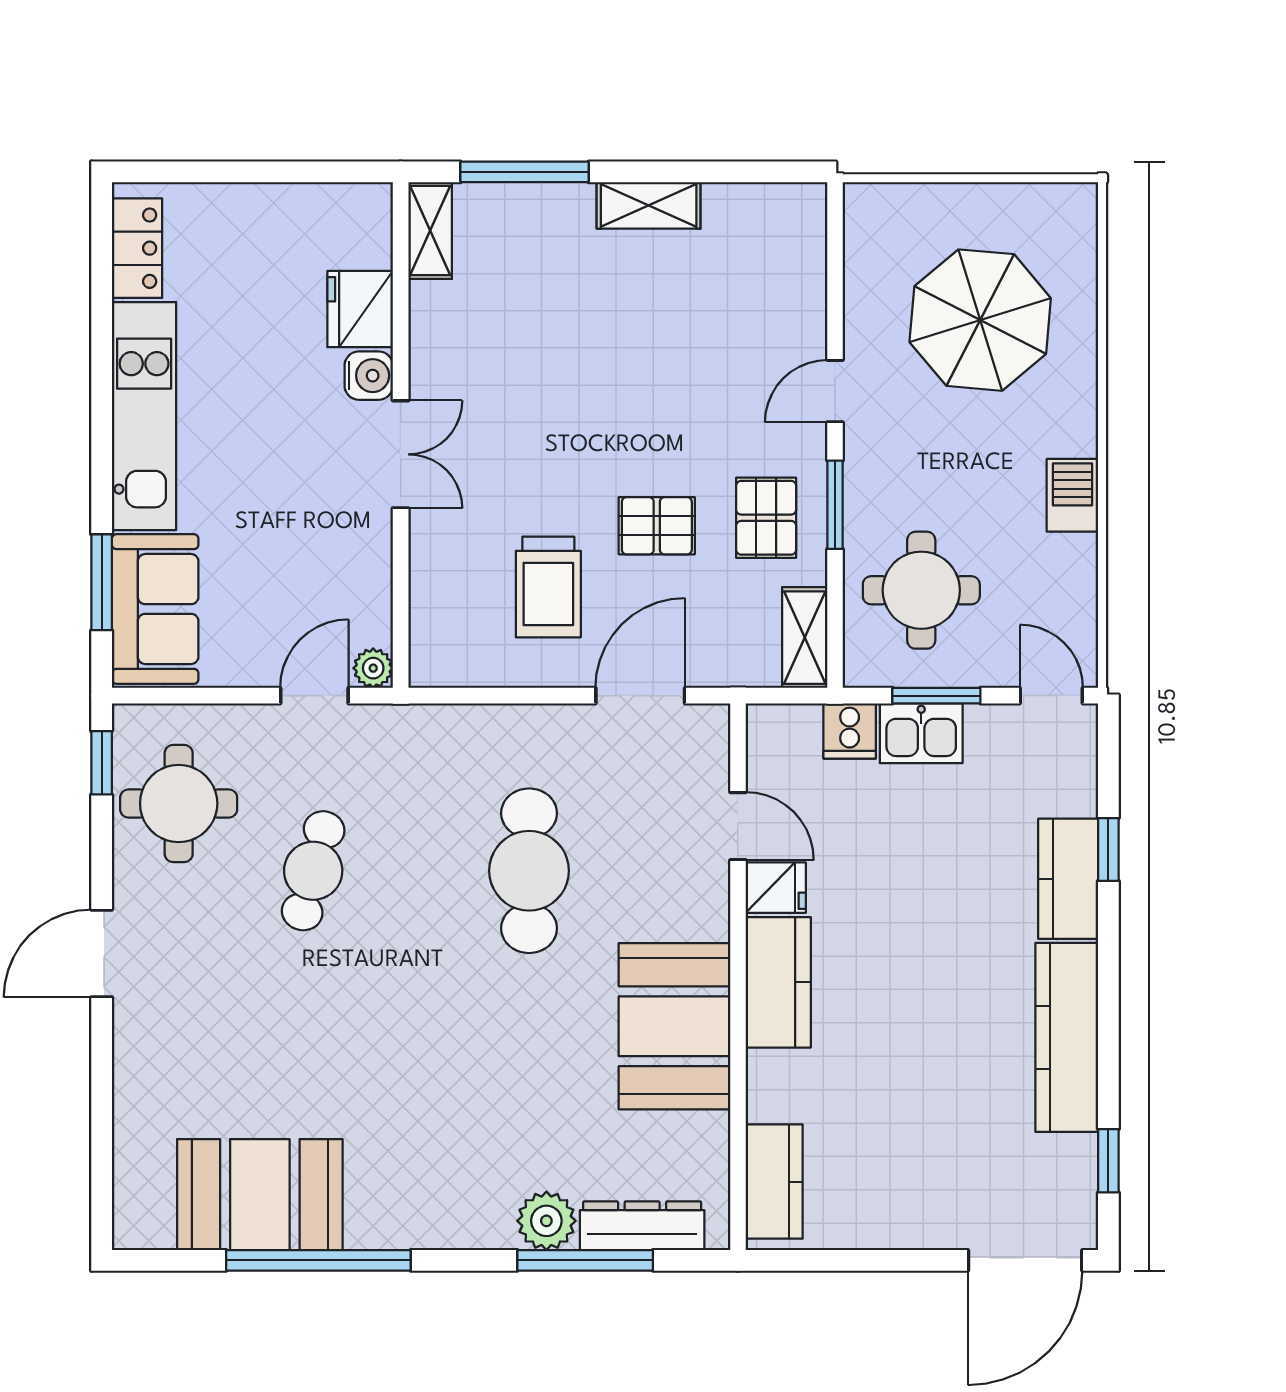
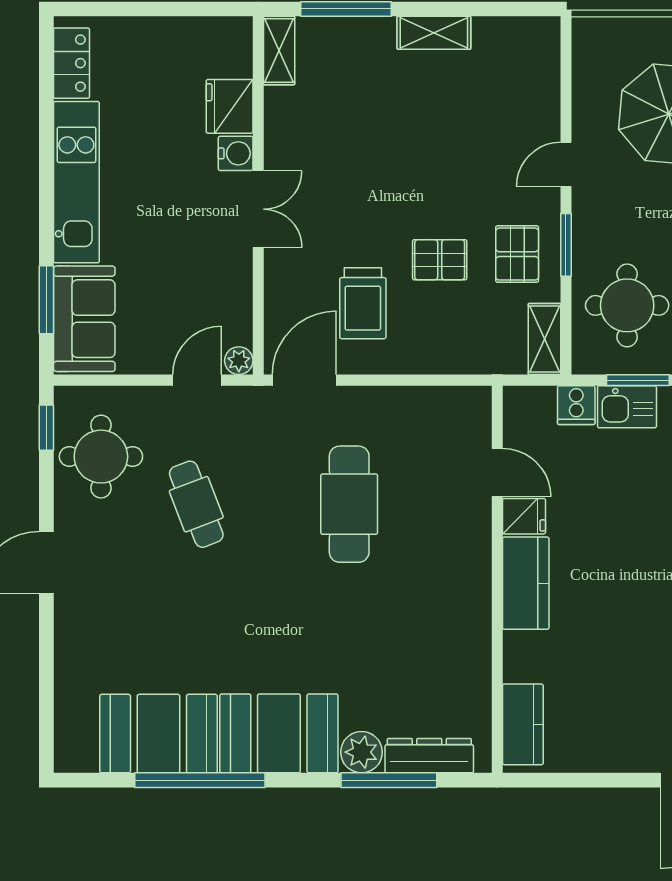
door: (640, 696) -> (304, 380), moved
cafe table: (313, 871) -> (196, 504), turned -36
booth: (674, 1026) -> (279, 733), moved, turned 90

